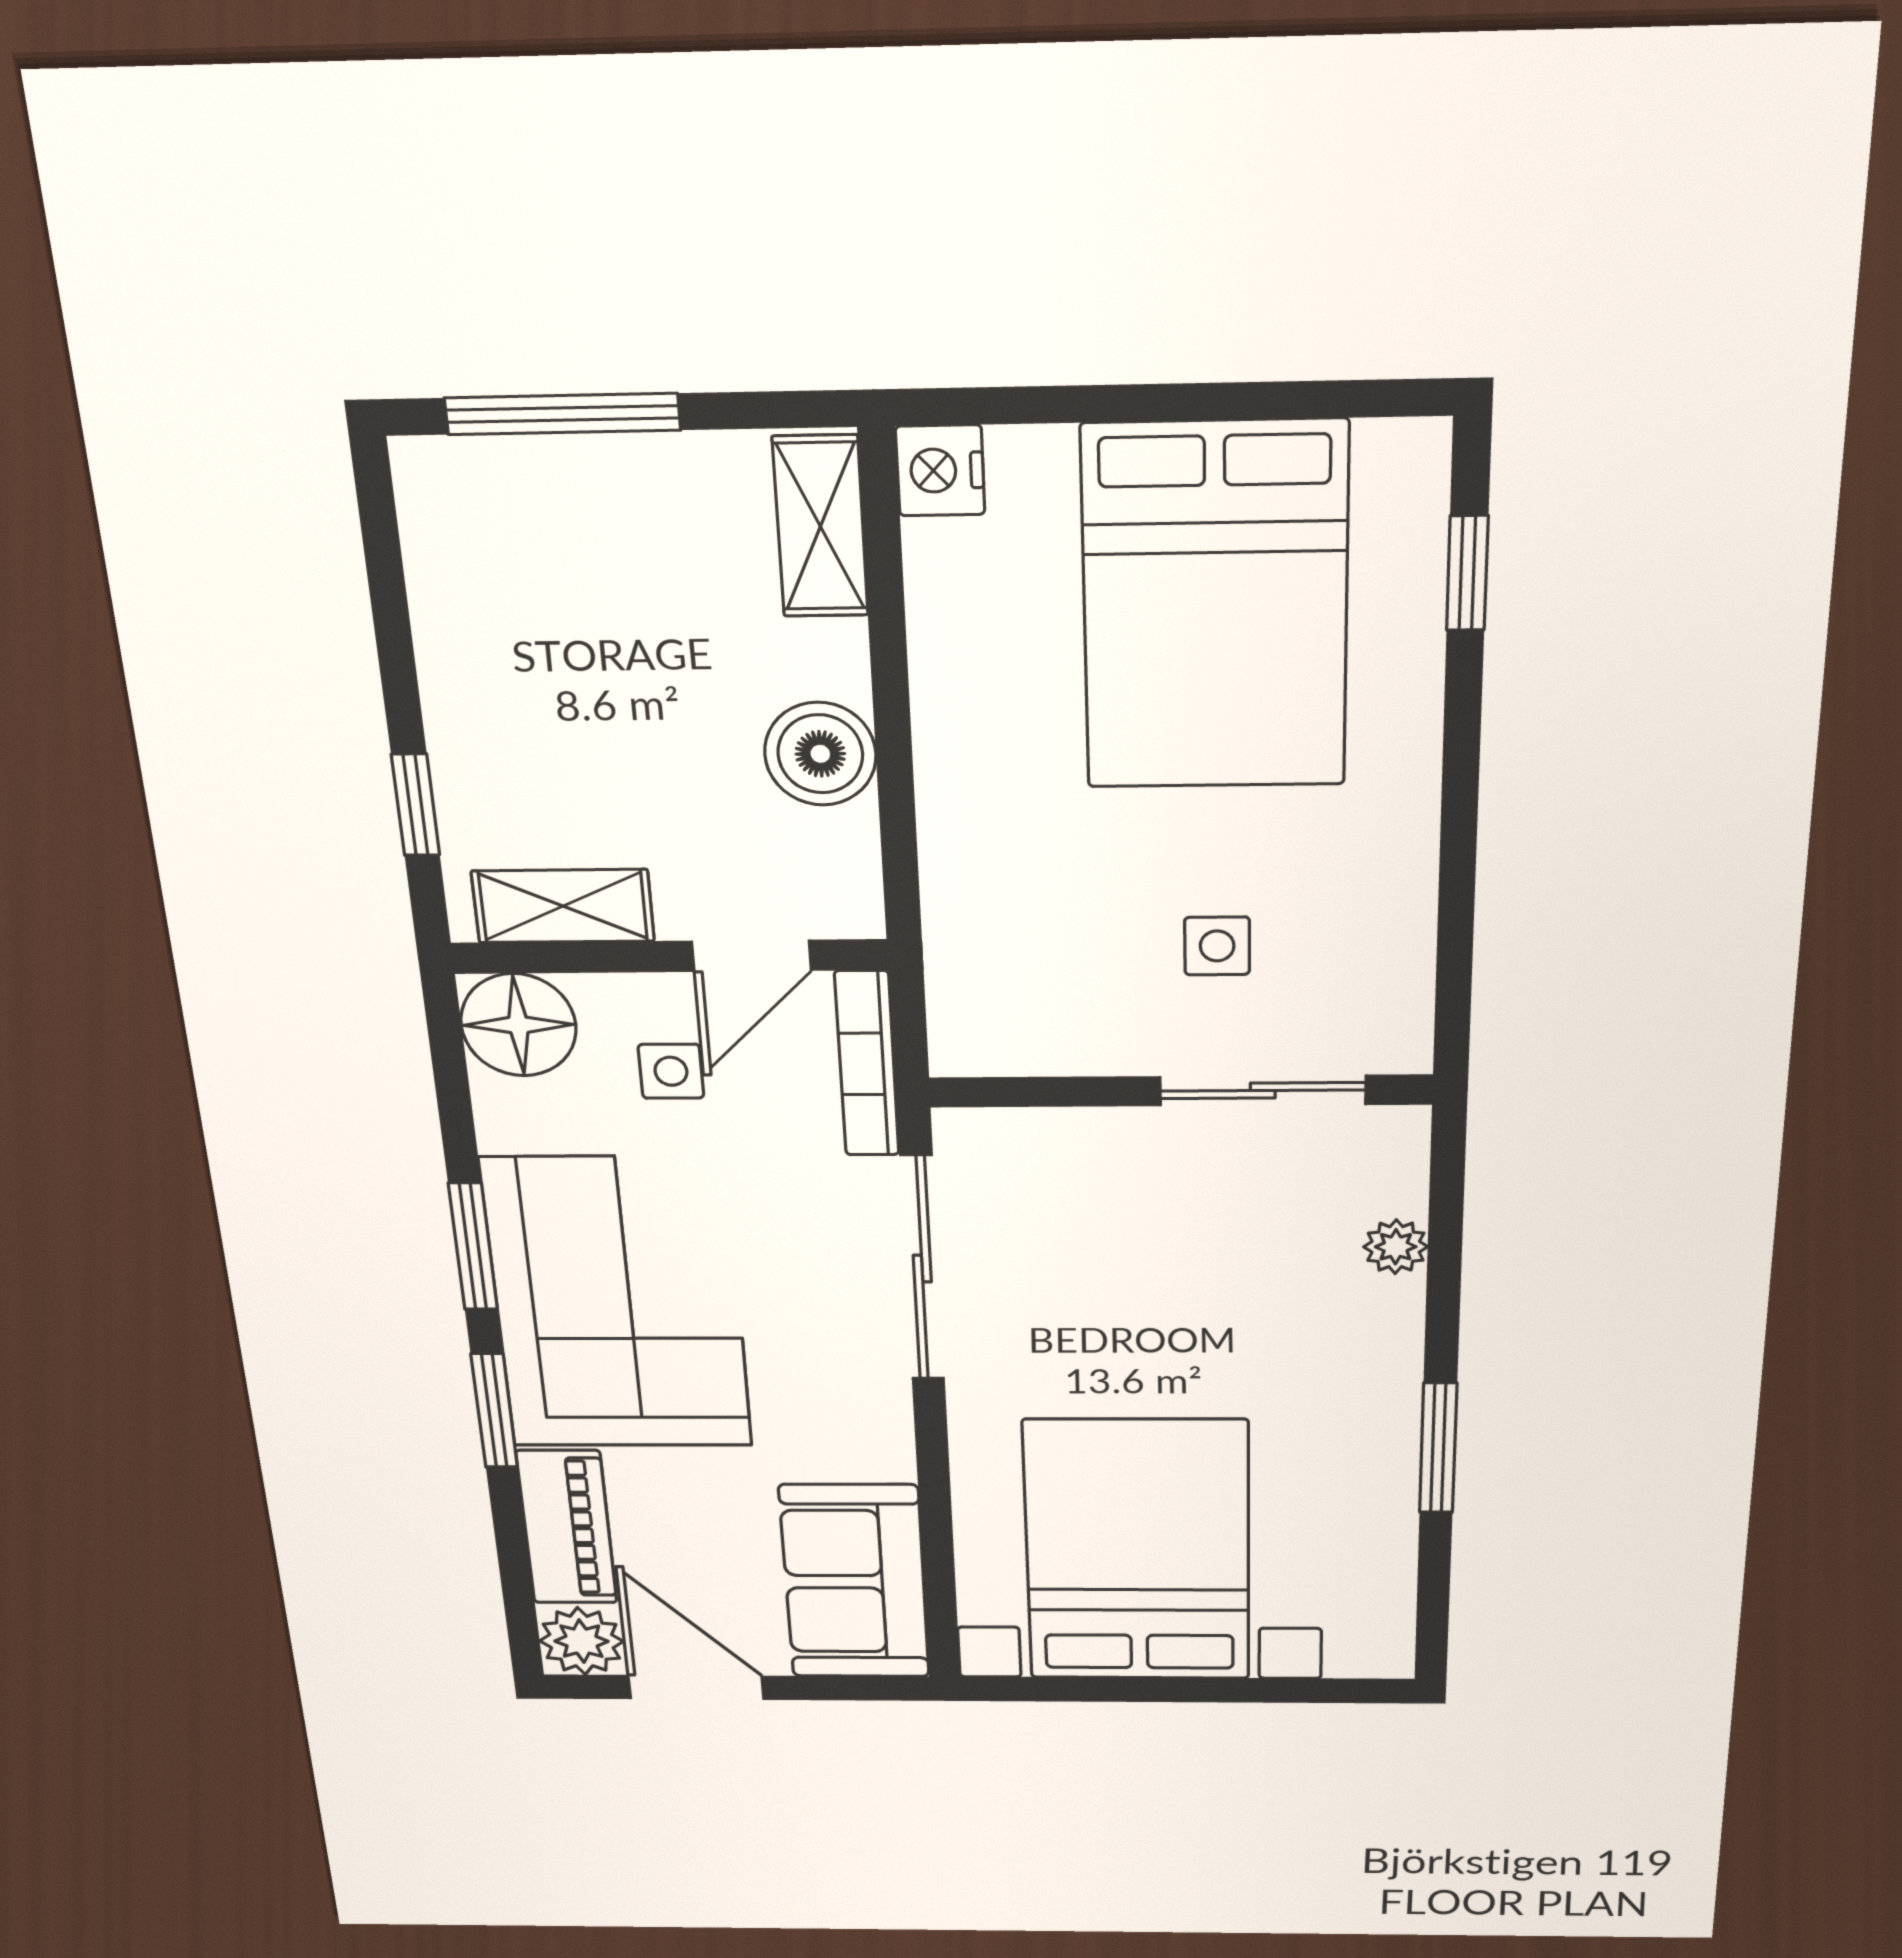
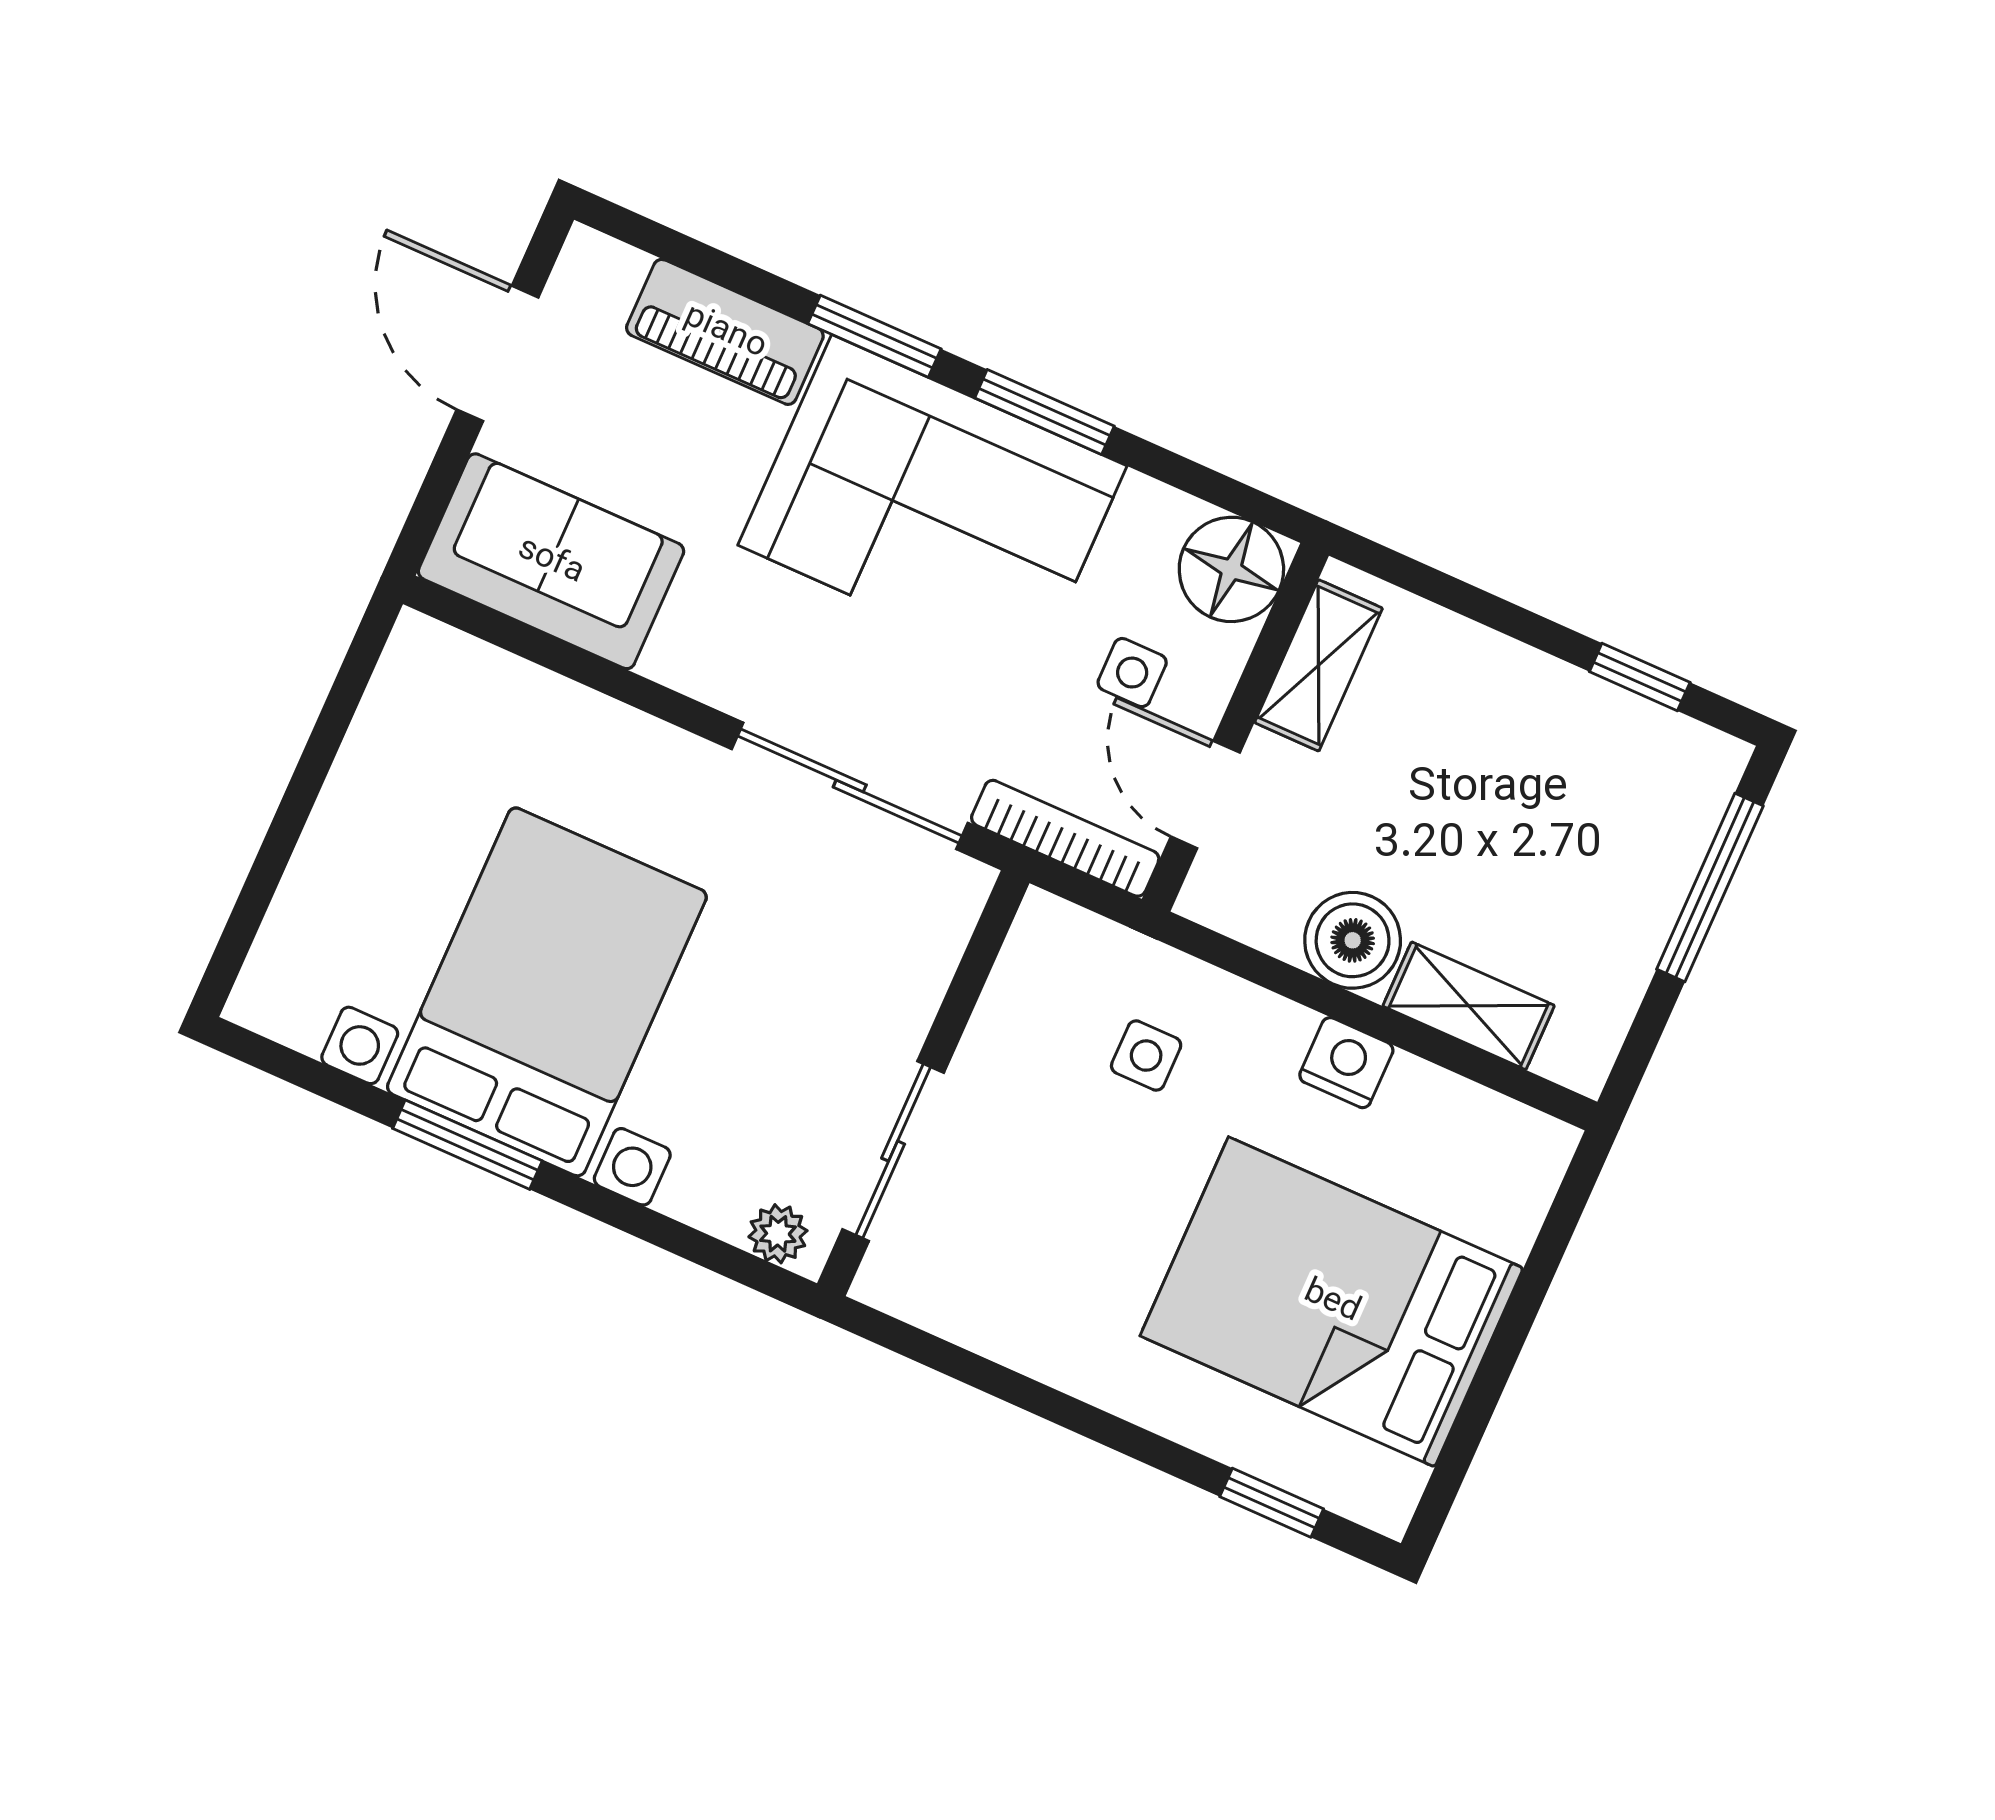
nightstand: (940, 470) -> (1346, 1063), moved
shelving: (820, 526) -> (1469, 1006), moved
window: (416, 805) -> (1640, 677), moved
side table: (1217, 946) -> (1146, 1056), moved
plant: (1396, 1247) -> (778, 1234), moved
bed with nightstands: (1137, 1551) -> (547, 992), moved, turned -90
plant: (581, 1641) -> (596, 276), removed
door: (696, 1687) -> (497, 353), swing flipped

